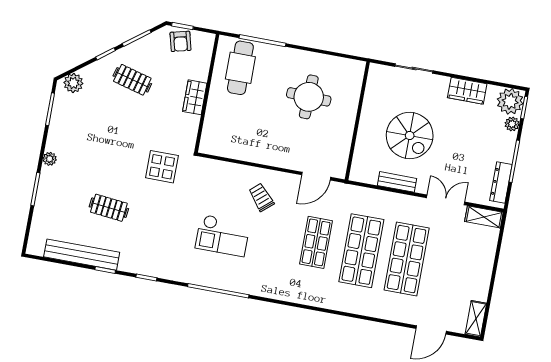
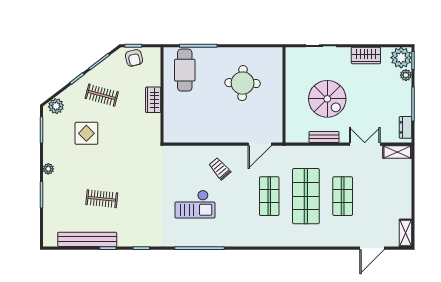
display table: (162, 167) -> (86, 133), moved
dresser: (501, 182) -> (405, 127), width x0.70
shop shelf: (407, 259) -> (343, 196), width x0.70, depth x0.74

